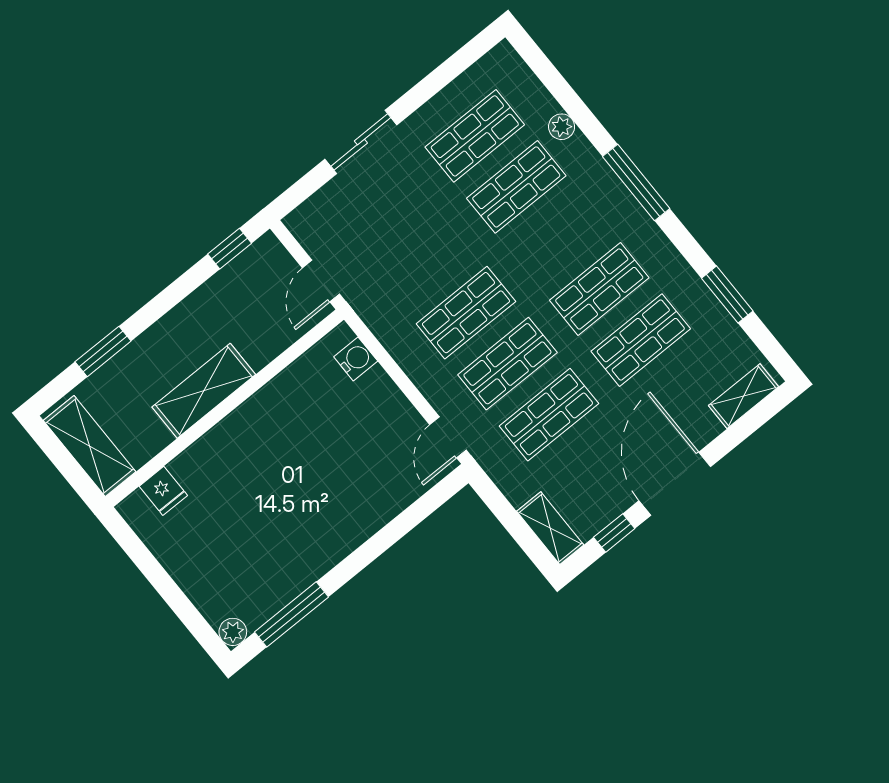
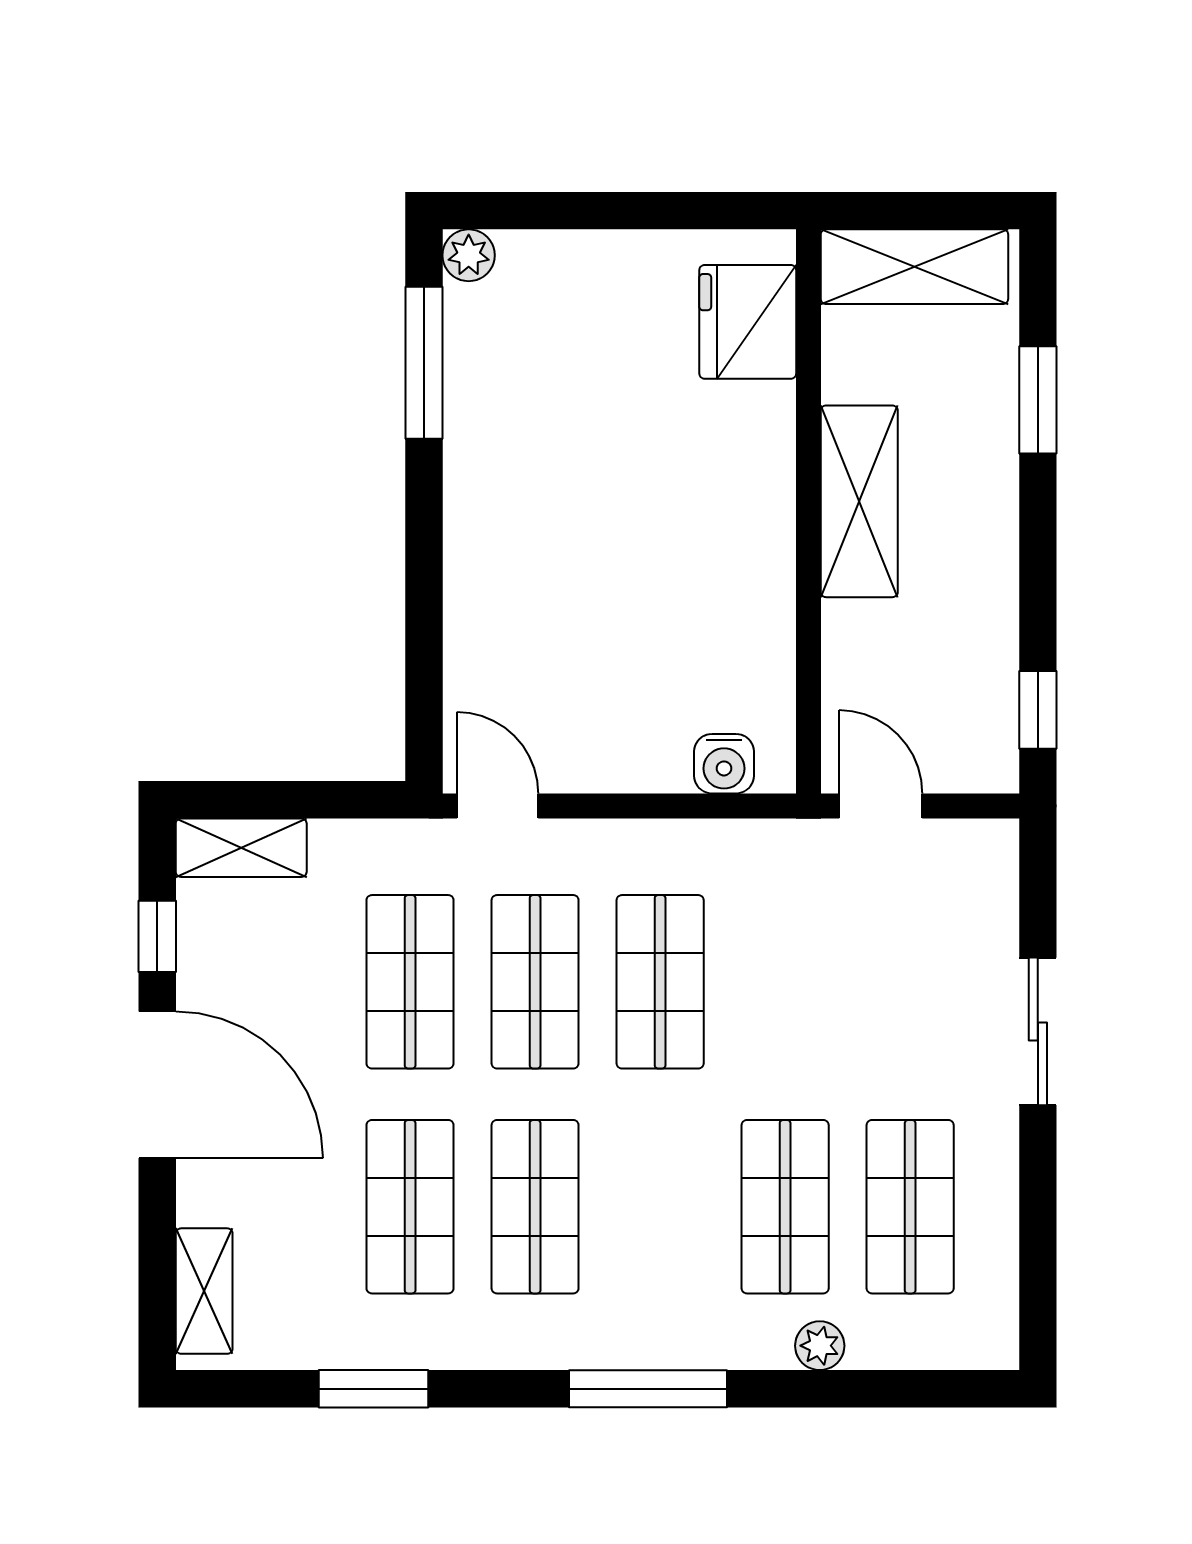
fridge: (163, 491) -> (748, 322), width x1.88, depth x1.34

